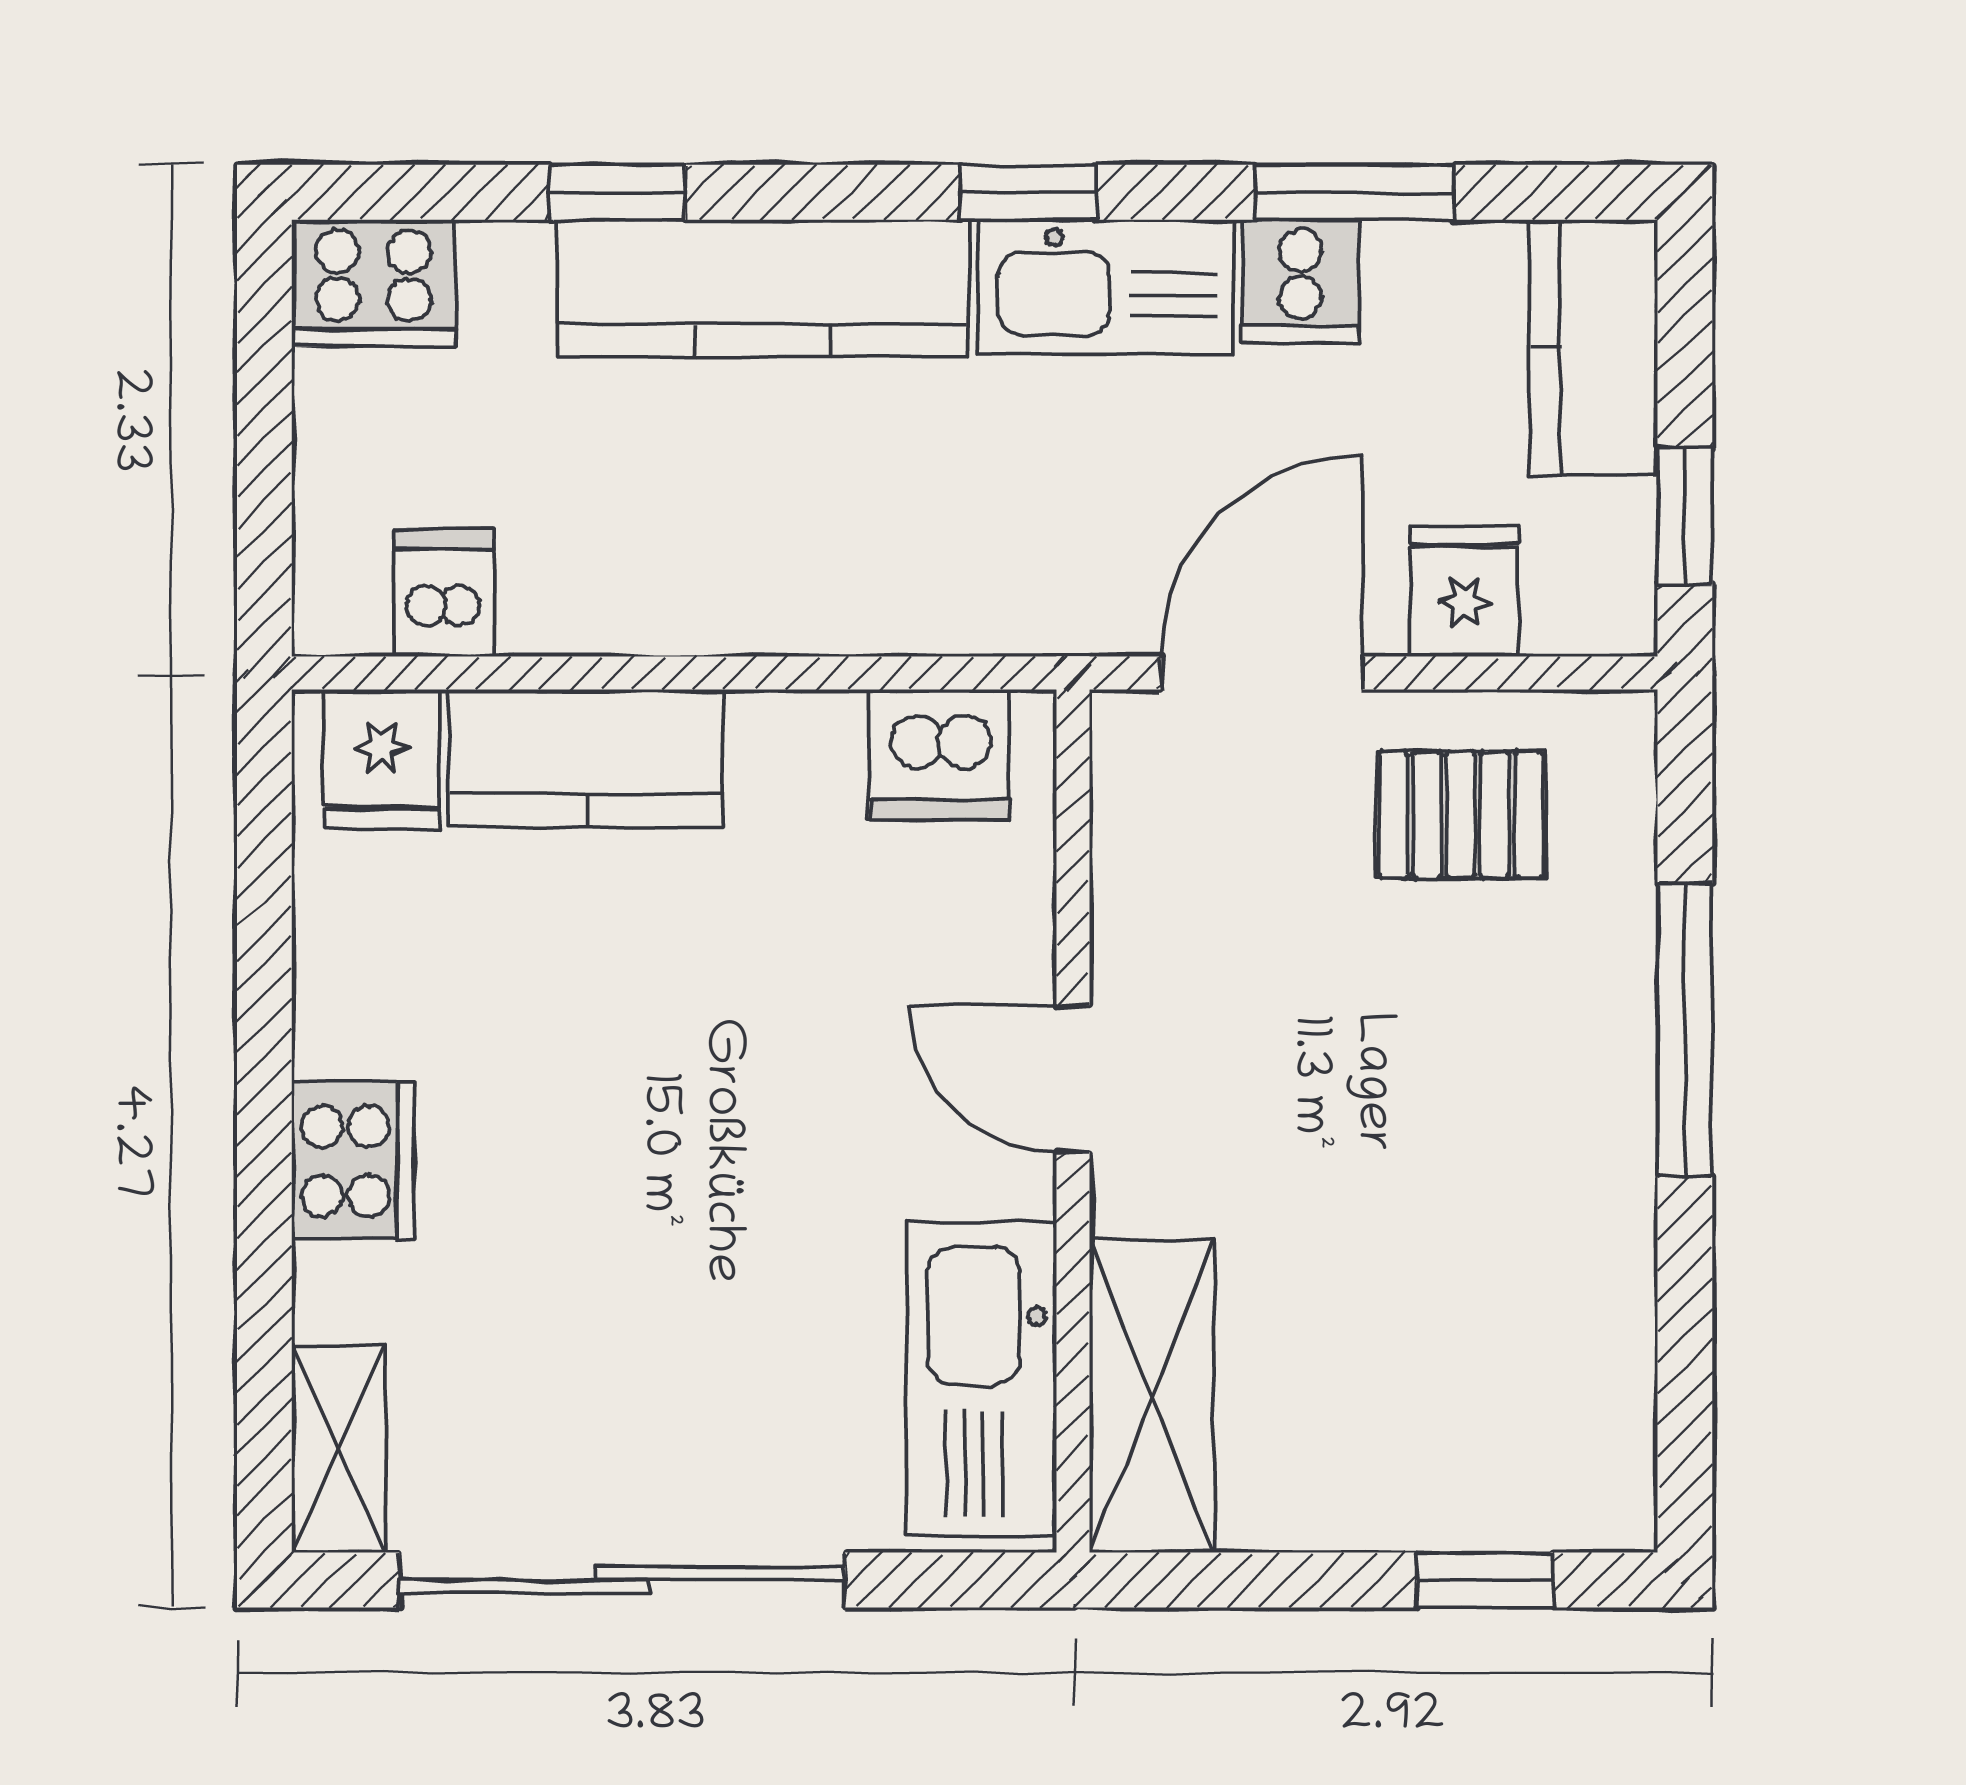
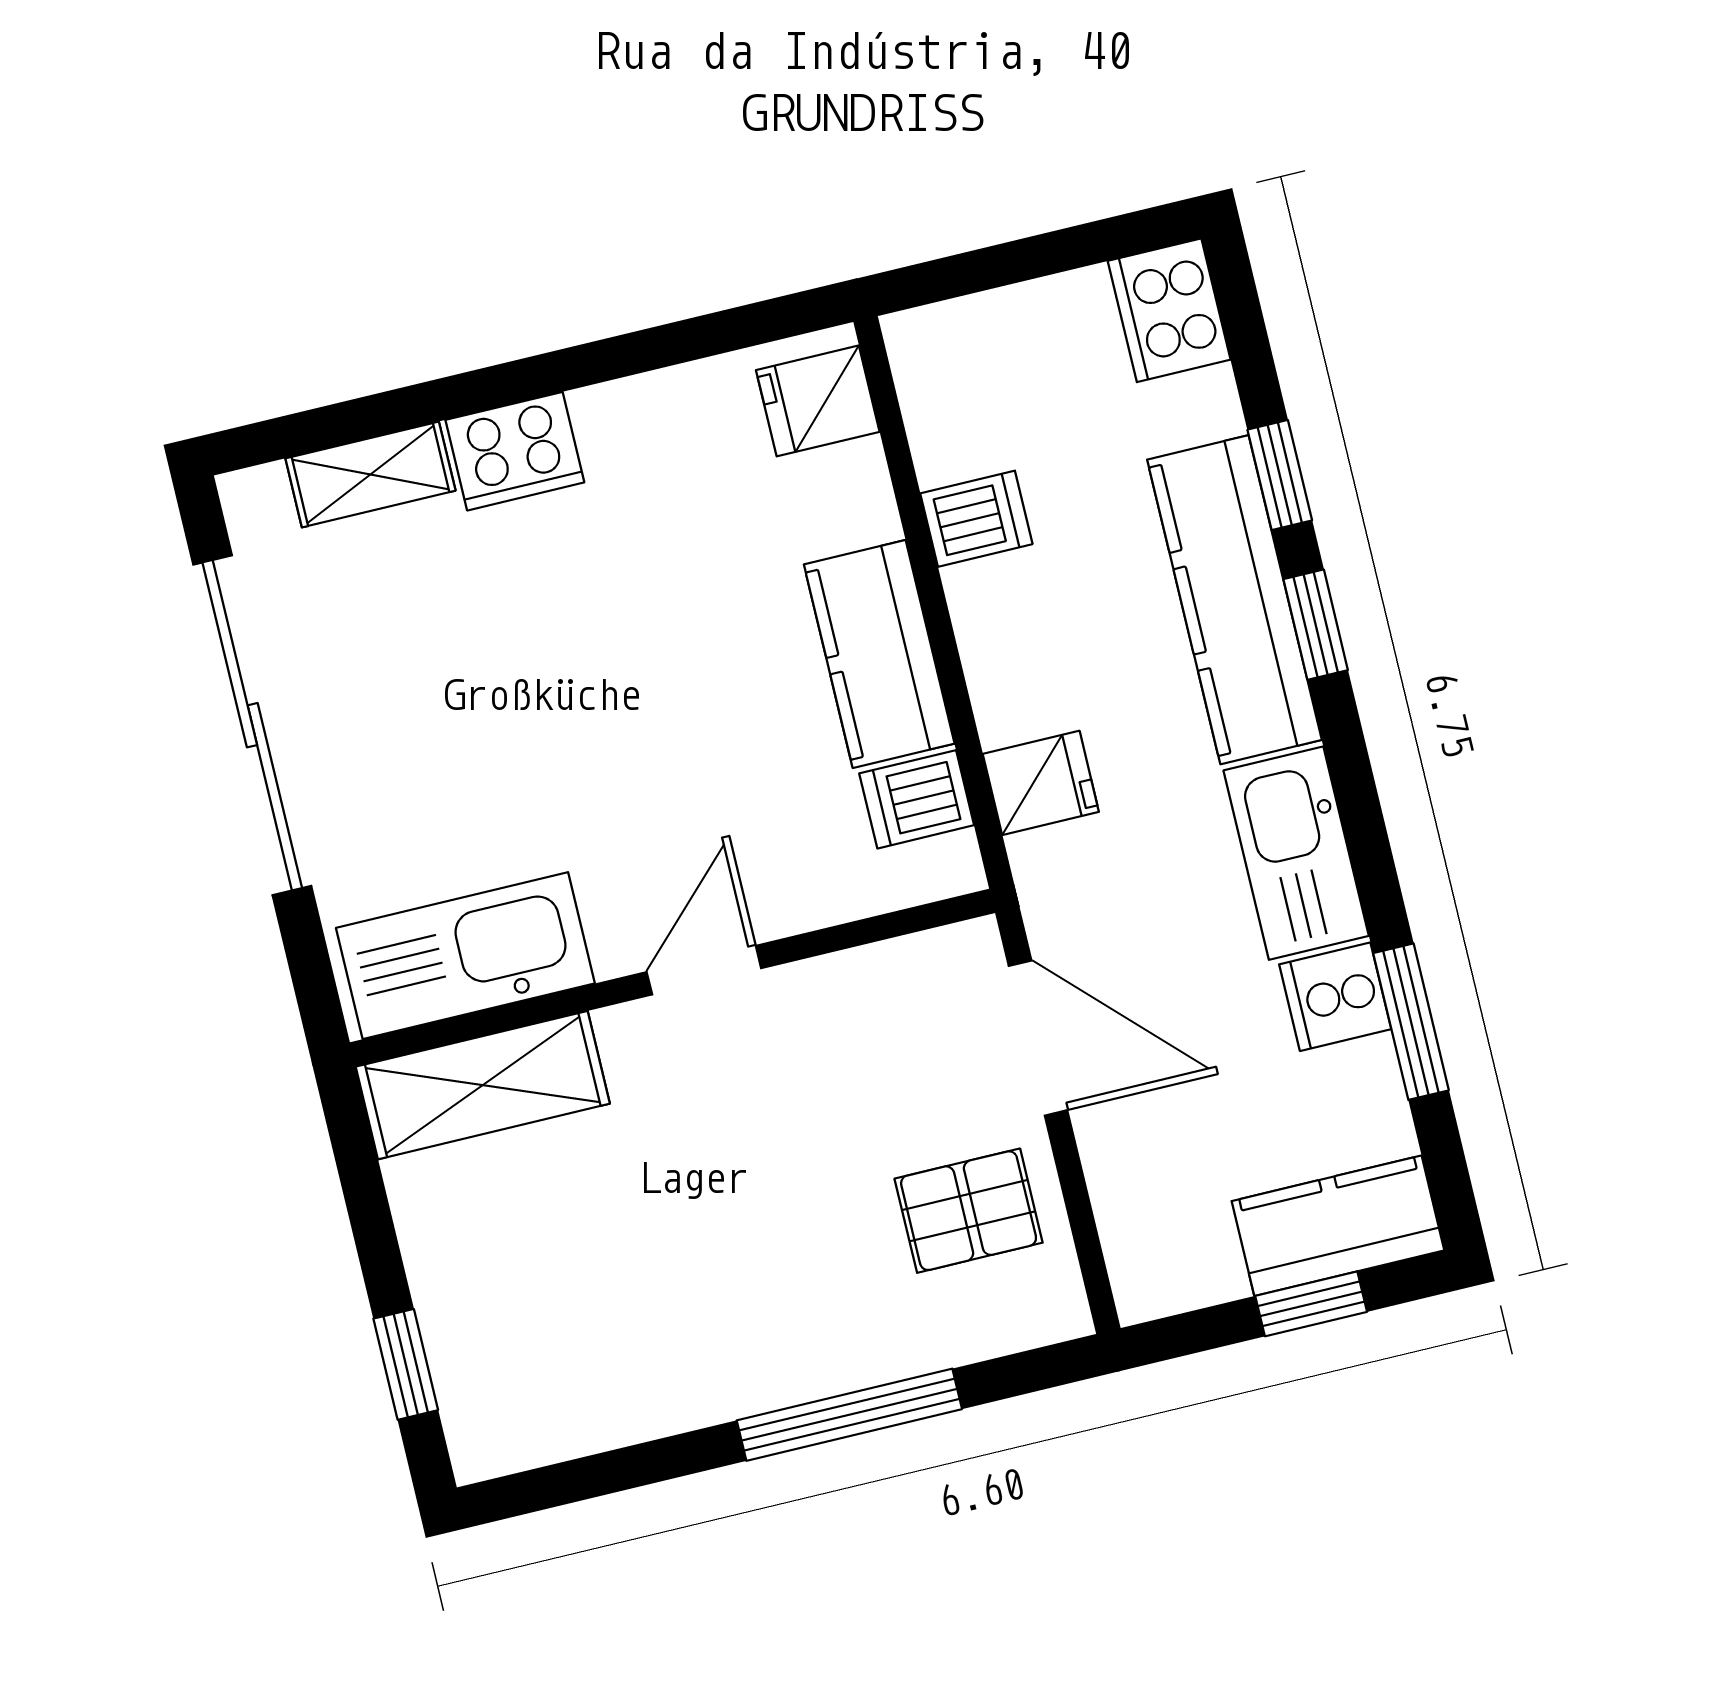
window: (1028, 192) -> (1316, 625), moved
window: (1685, 516) -> (1311, 1304), moved
fridge: (1465, 591) -> (1041, 783), moved
dishwasher: (444, 593) -> (976, 519), moved
dishwasher: (939, 755) -> (917, 799), width x0.73
kitchen counter: (586, 758) -> (879, 654), moved
pallet: (1461, 815) -> (969, 1211), turned 90
shelving: (338, 1449) -> (370, 474), moved

